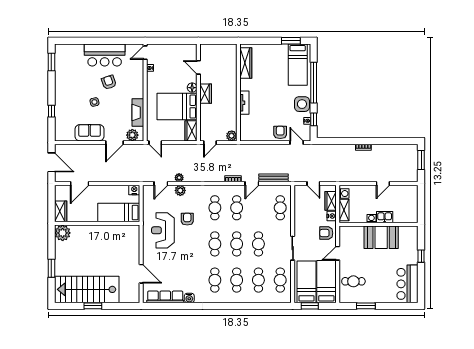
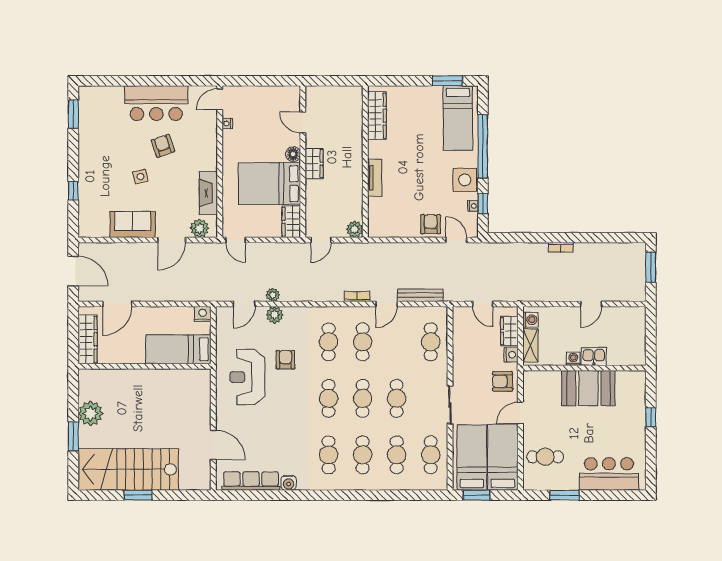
wardrobe: (61, 211) -> (88, 339), width x1.50
plant: (63, 233) -> (91, 413), moved
bar counter: (408, 284) -> (609, 474), moved, turned 90

